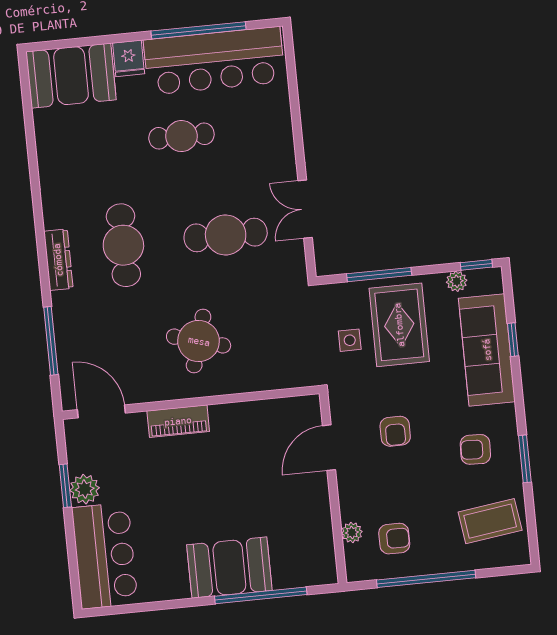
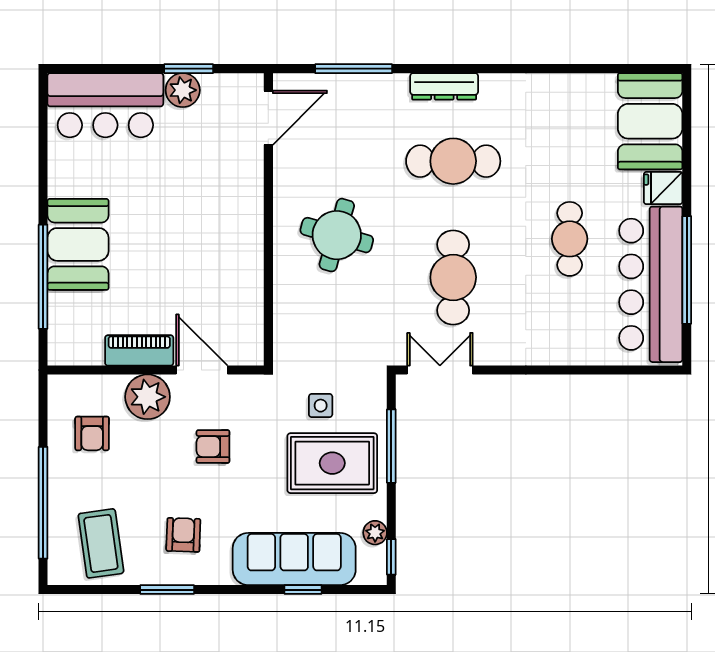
double door: (305, 209) -> (440, 370), moved
piano: (178, 421) -> (139, 350), moved, turned 90
plant: (352, 533) -> (148, 397), moved, width x1.88, depth x1.88
window: (426, 579) -> (43, 503), moved

